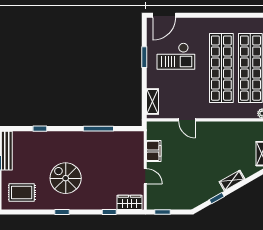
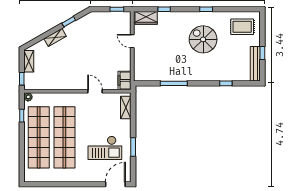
checkout: (176, 56) -> (105, 148), turned 180
filing cabinet: (154, 151) -> (125, 80), moved
spiral stairs: (66, 178) -> (203, 39), turned 180

